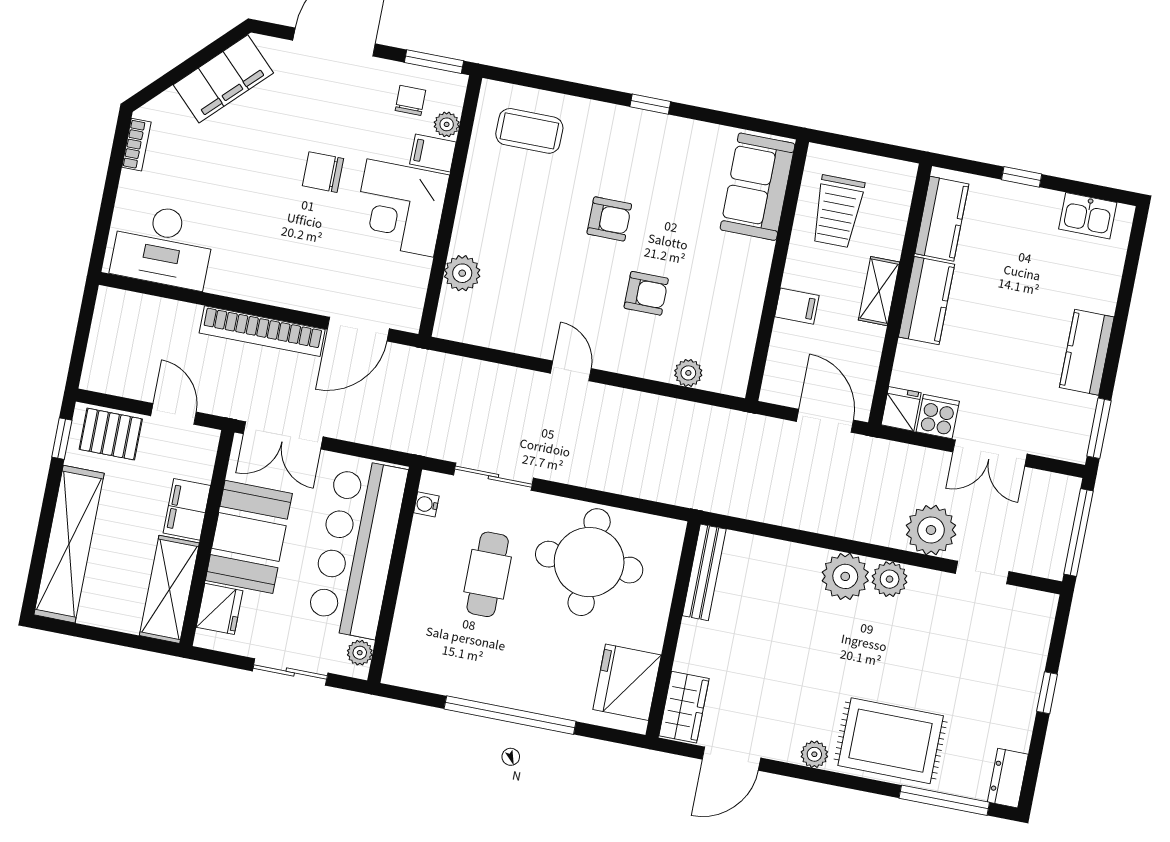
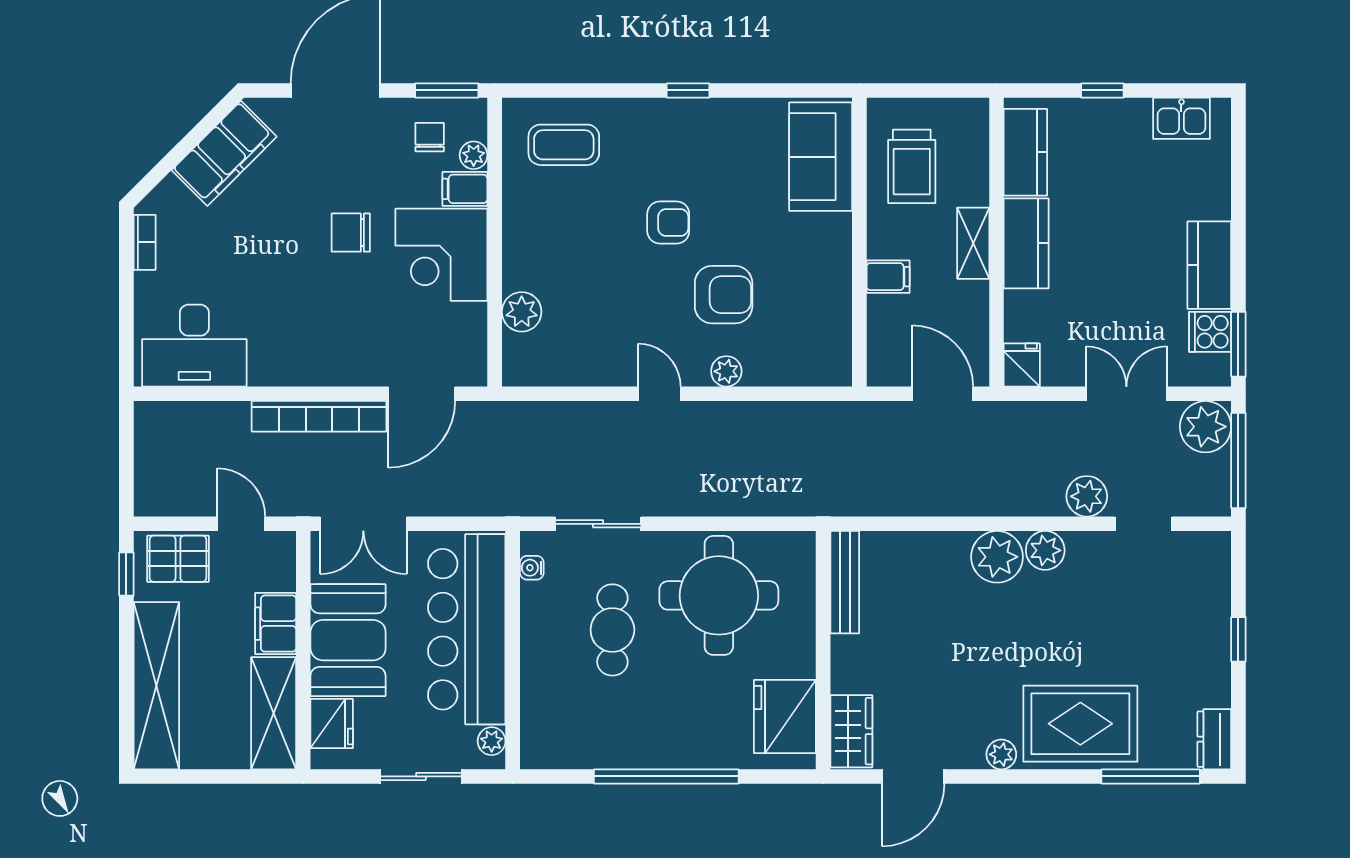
armchair: (646, 293) -> (724, 295), width x1.38, depth x1.38
plant: (688, 373) -> (726, 371), moved
cooker: (938, 416) -> (1210, 332), moved, turned -90
double door: (990, 453) -> (1126, 394), swing flipped
plant: (1055, 496) -> (1205, 427), added
plant: (931, 530) -> (1087, 496), width x0.73, depth x0.73

